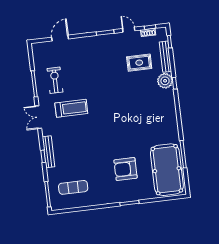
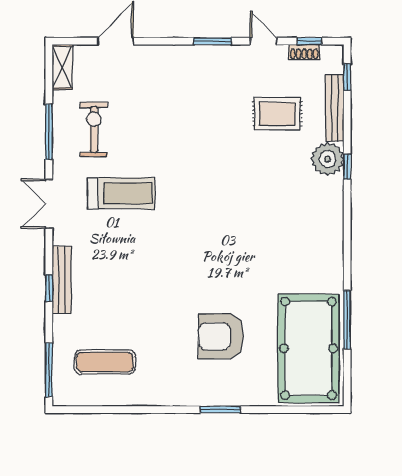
shelving: (37, 53) -> (62, 67), added

